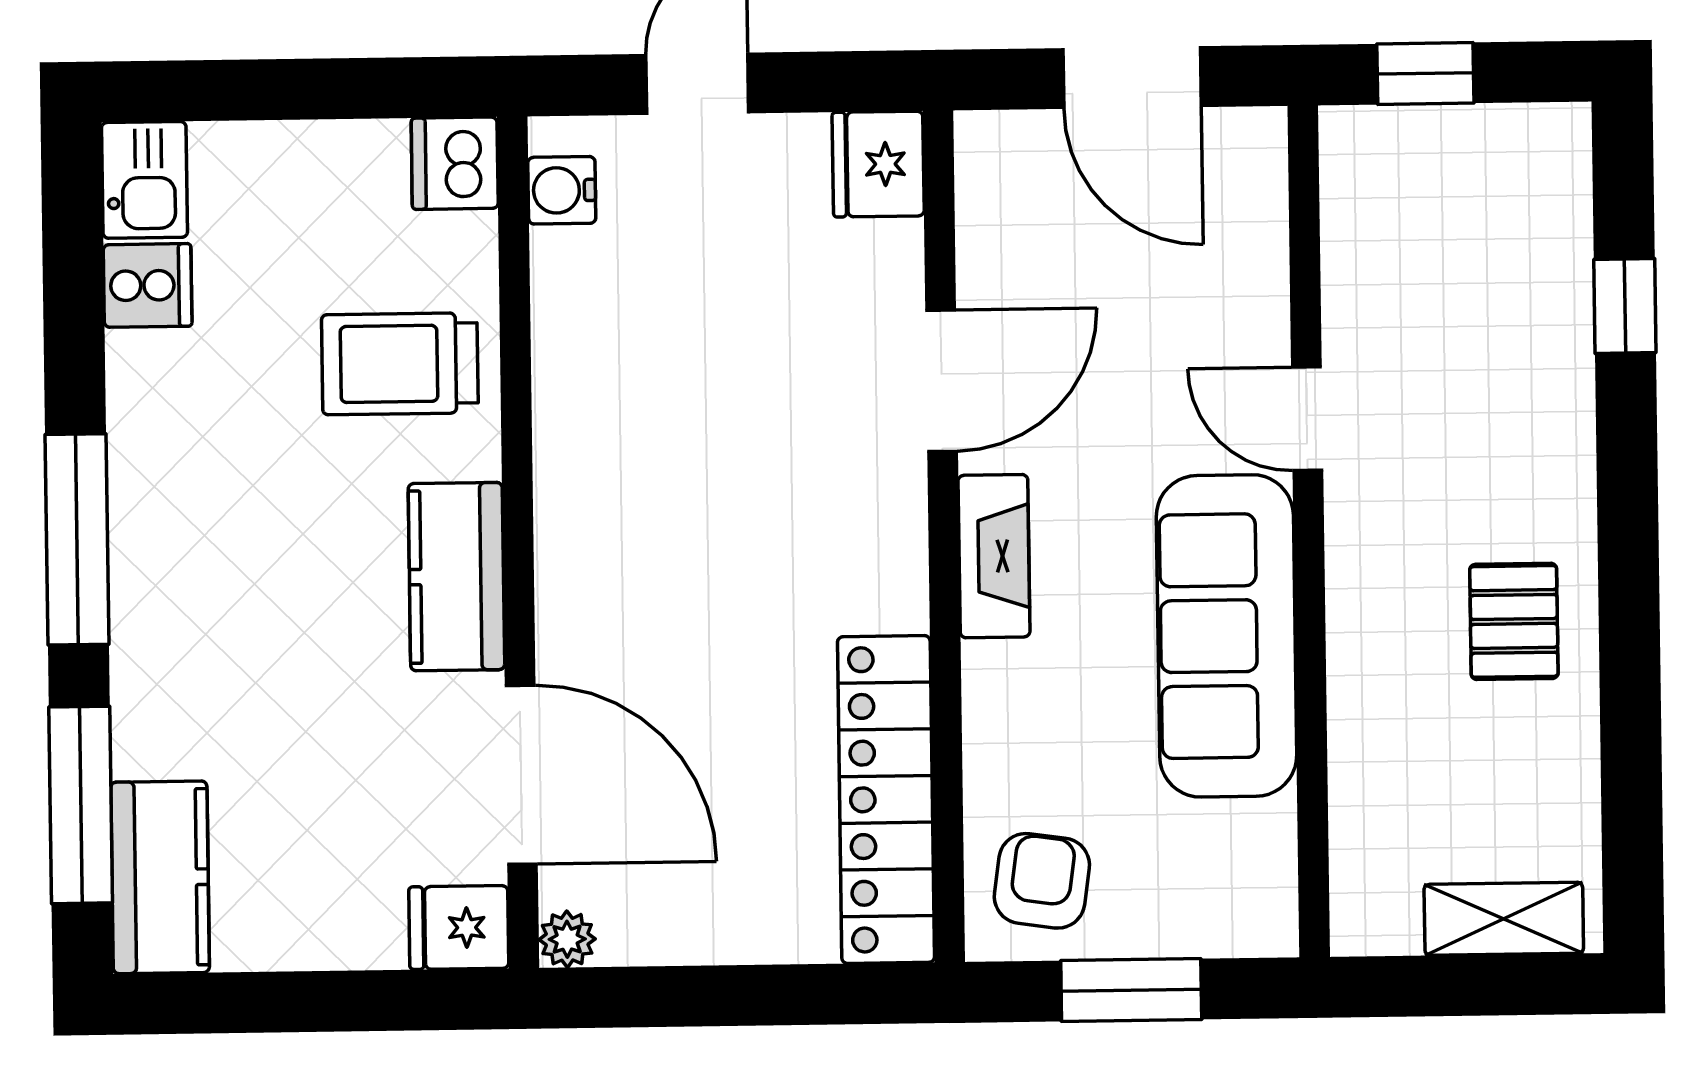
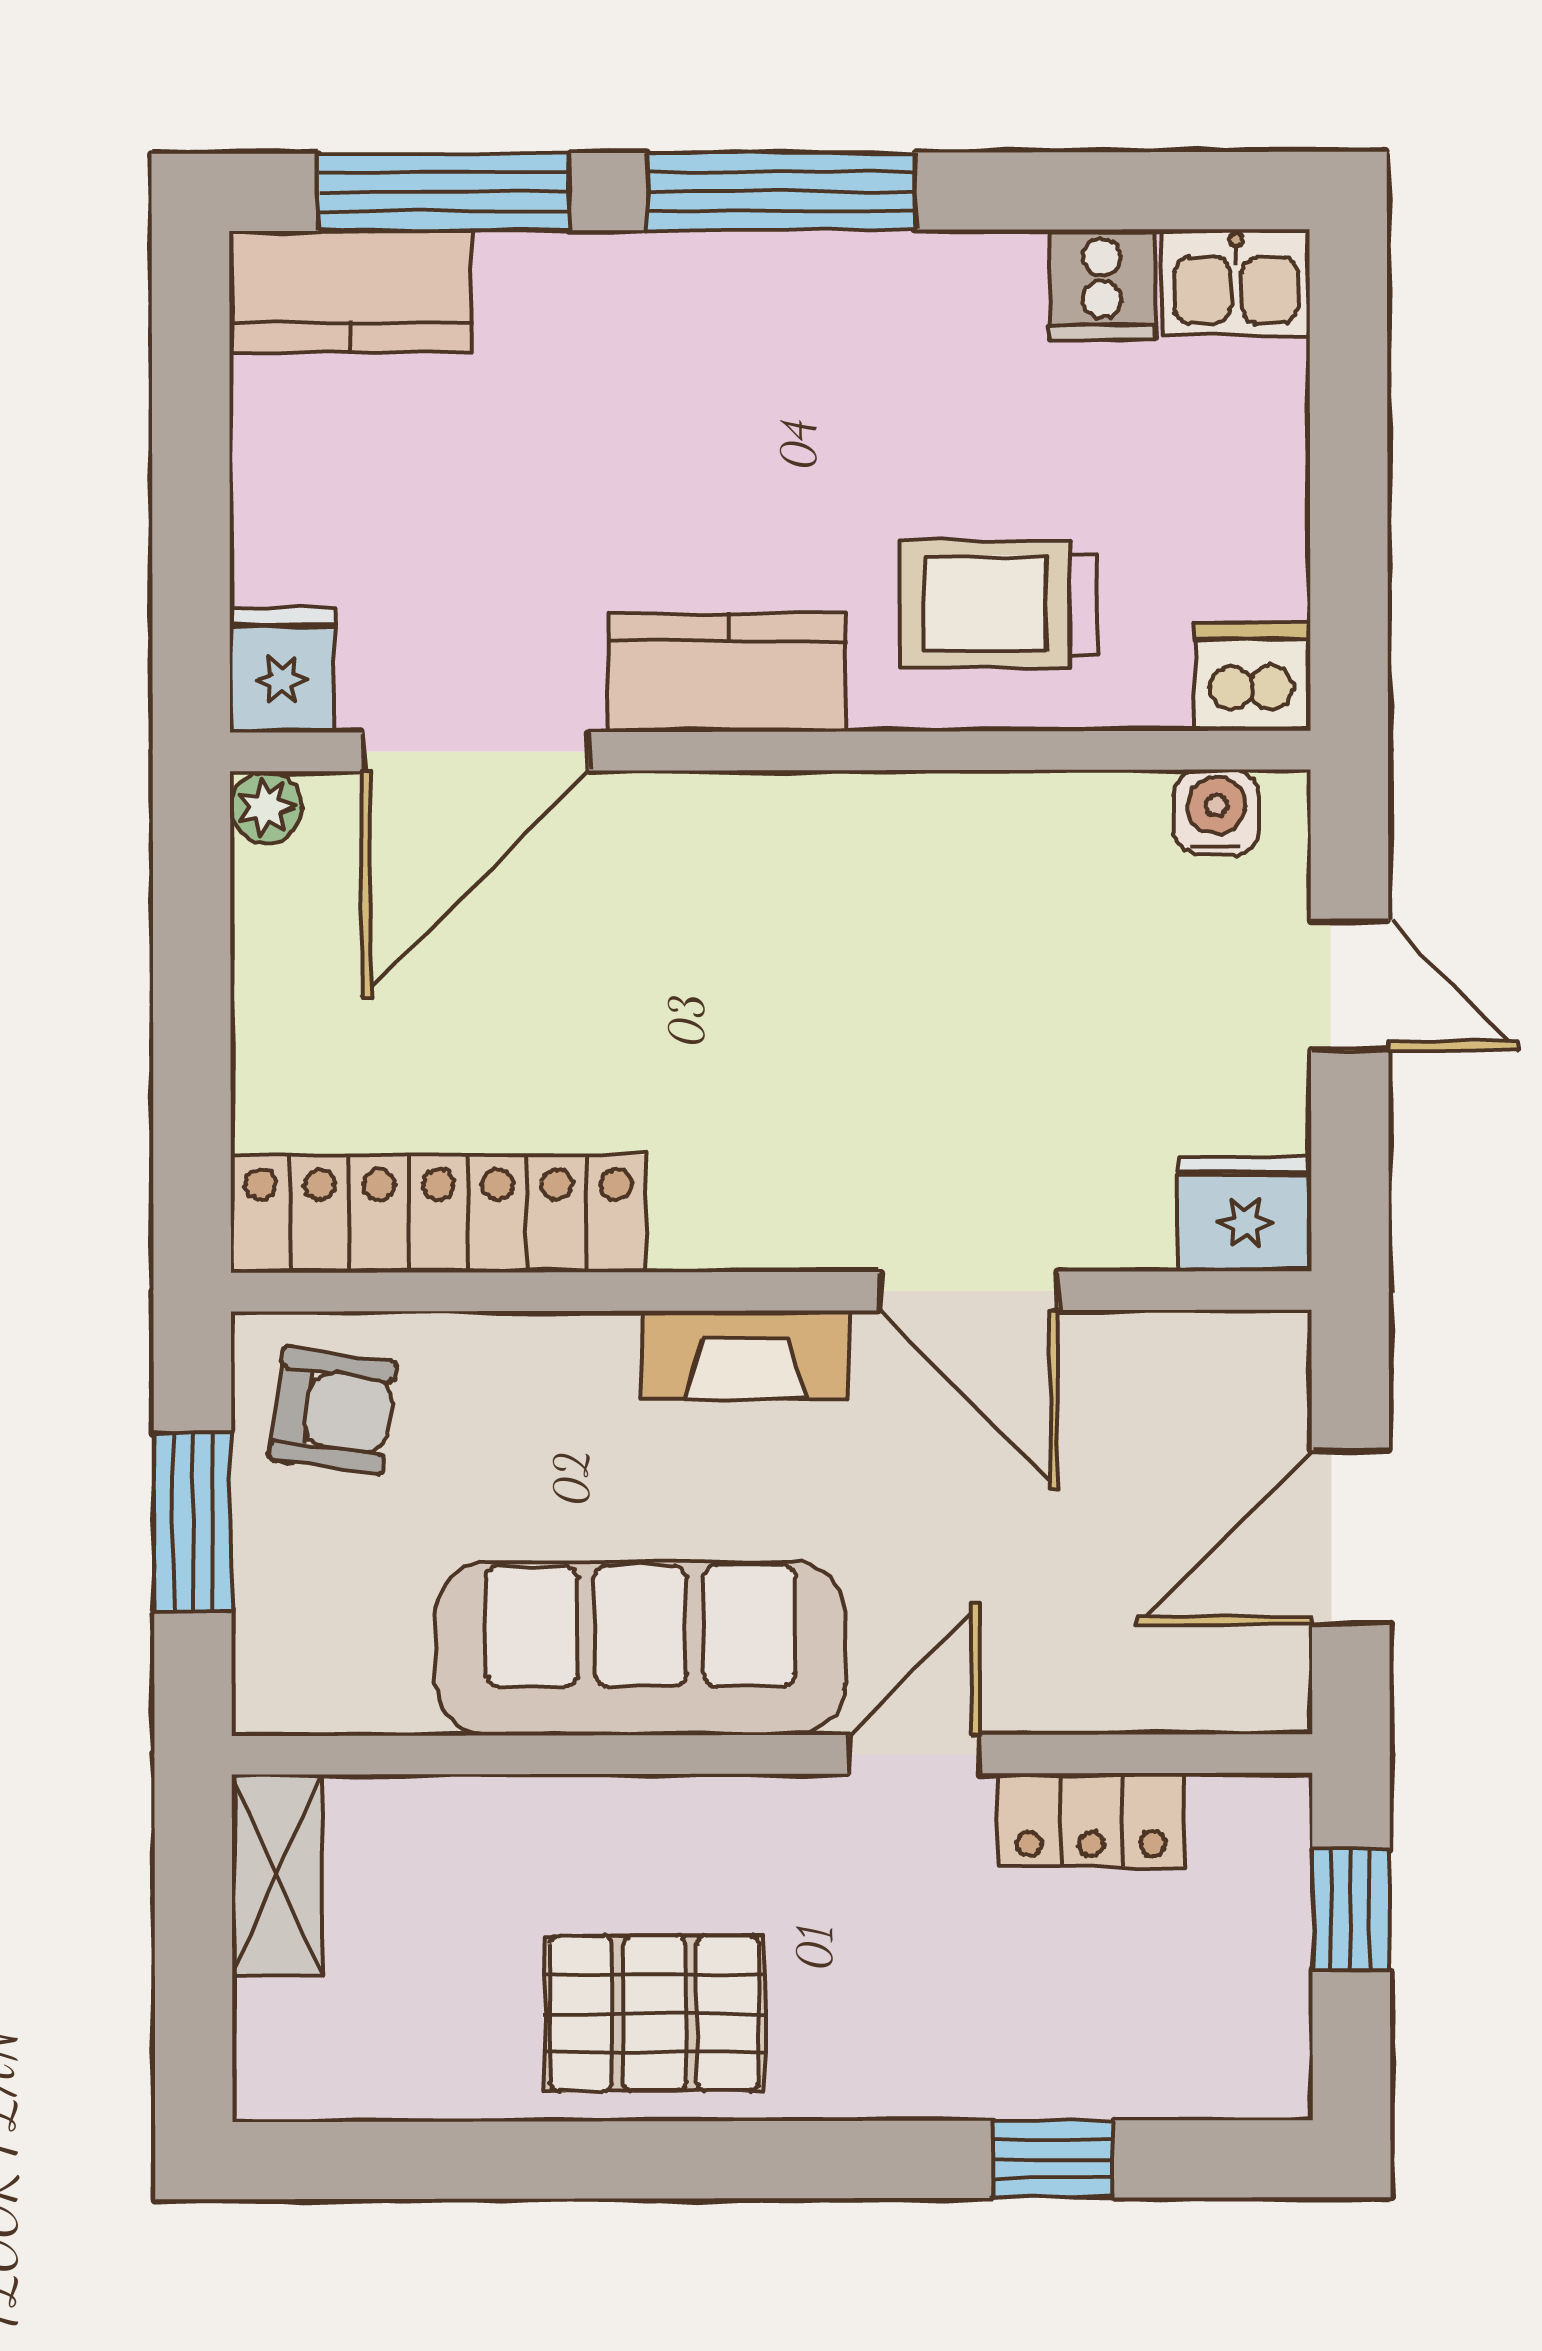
locker: (1357, 279) -> (1091, 1820), added
trolley: (400, 364) -> (999, 604), turned -90
pallet: (1514, 621) -> (655, 2013), width x1.50, depth x1.42
shelving: (1504, 919) -> (277, 1875), moved

